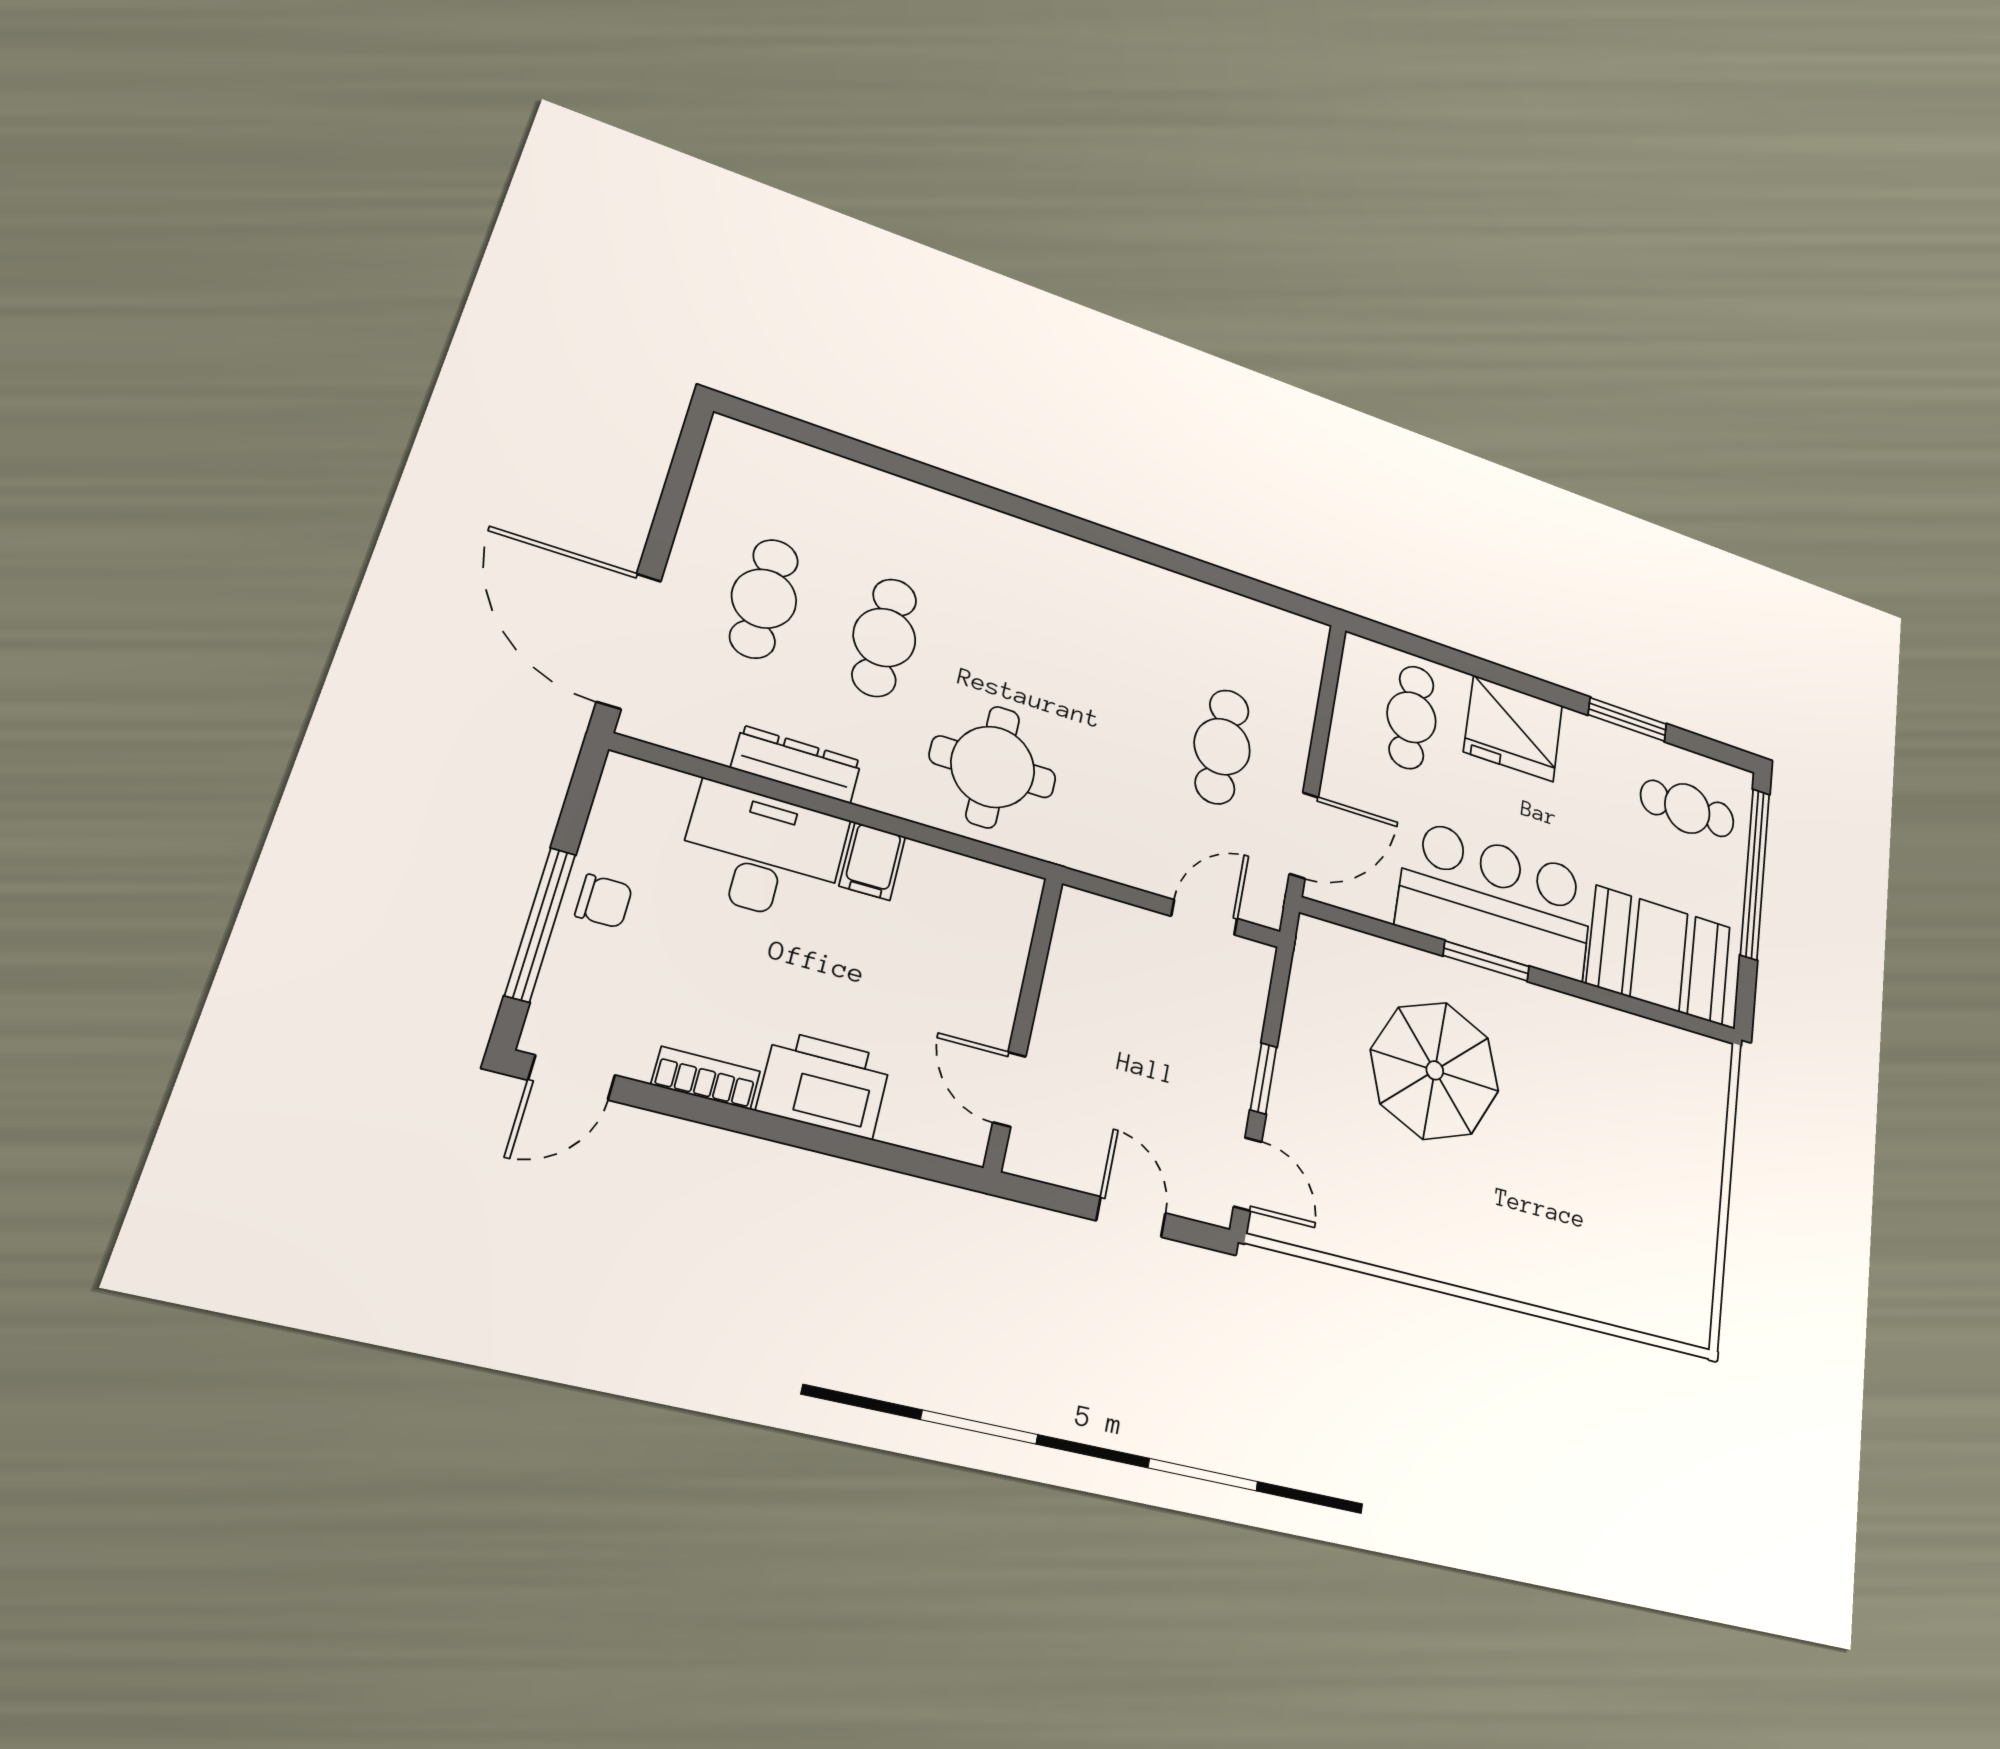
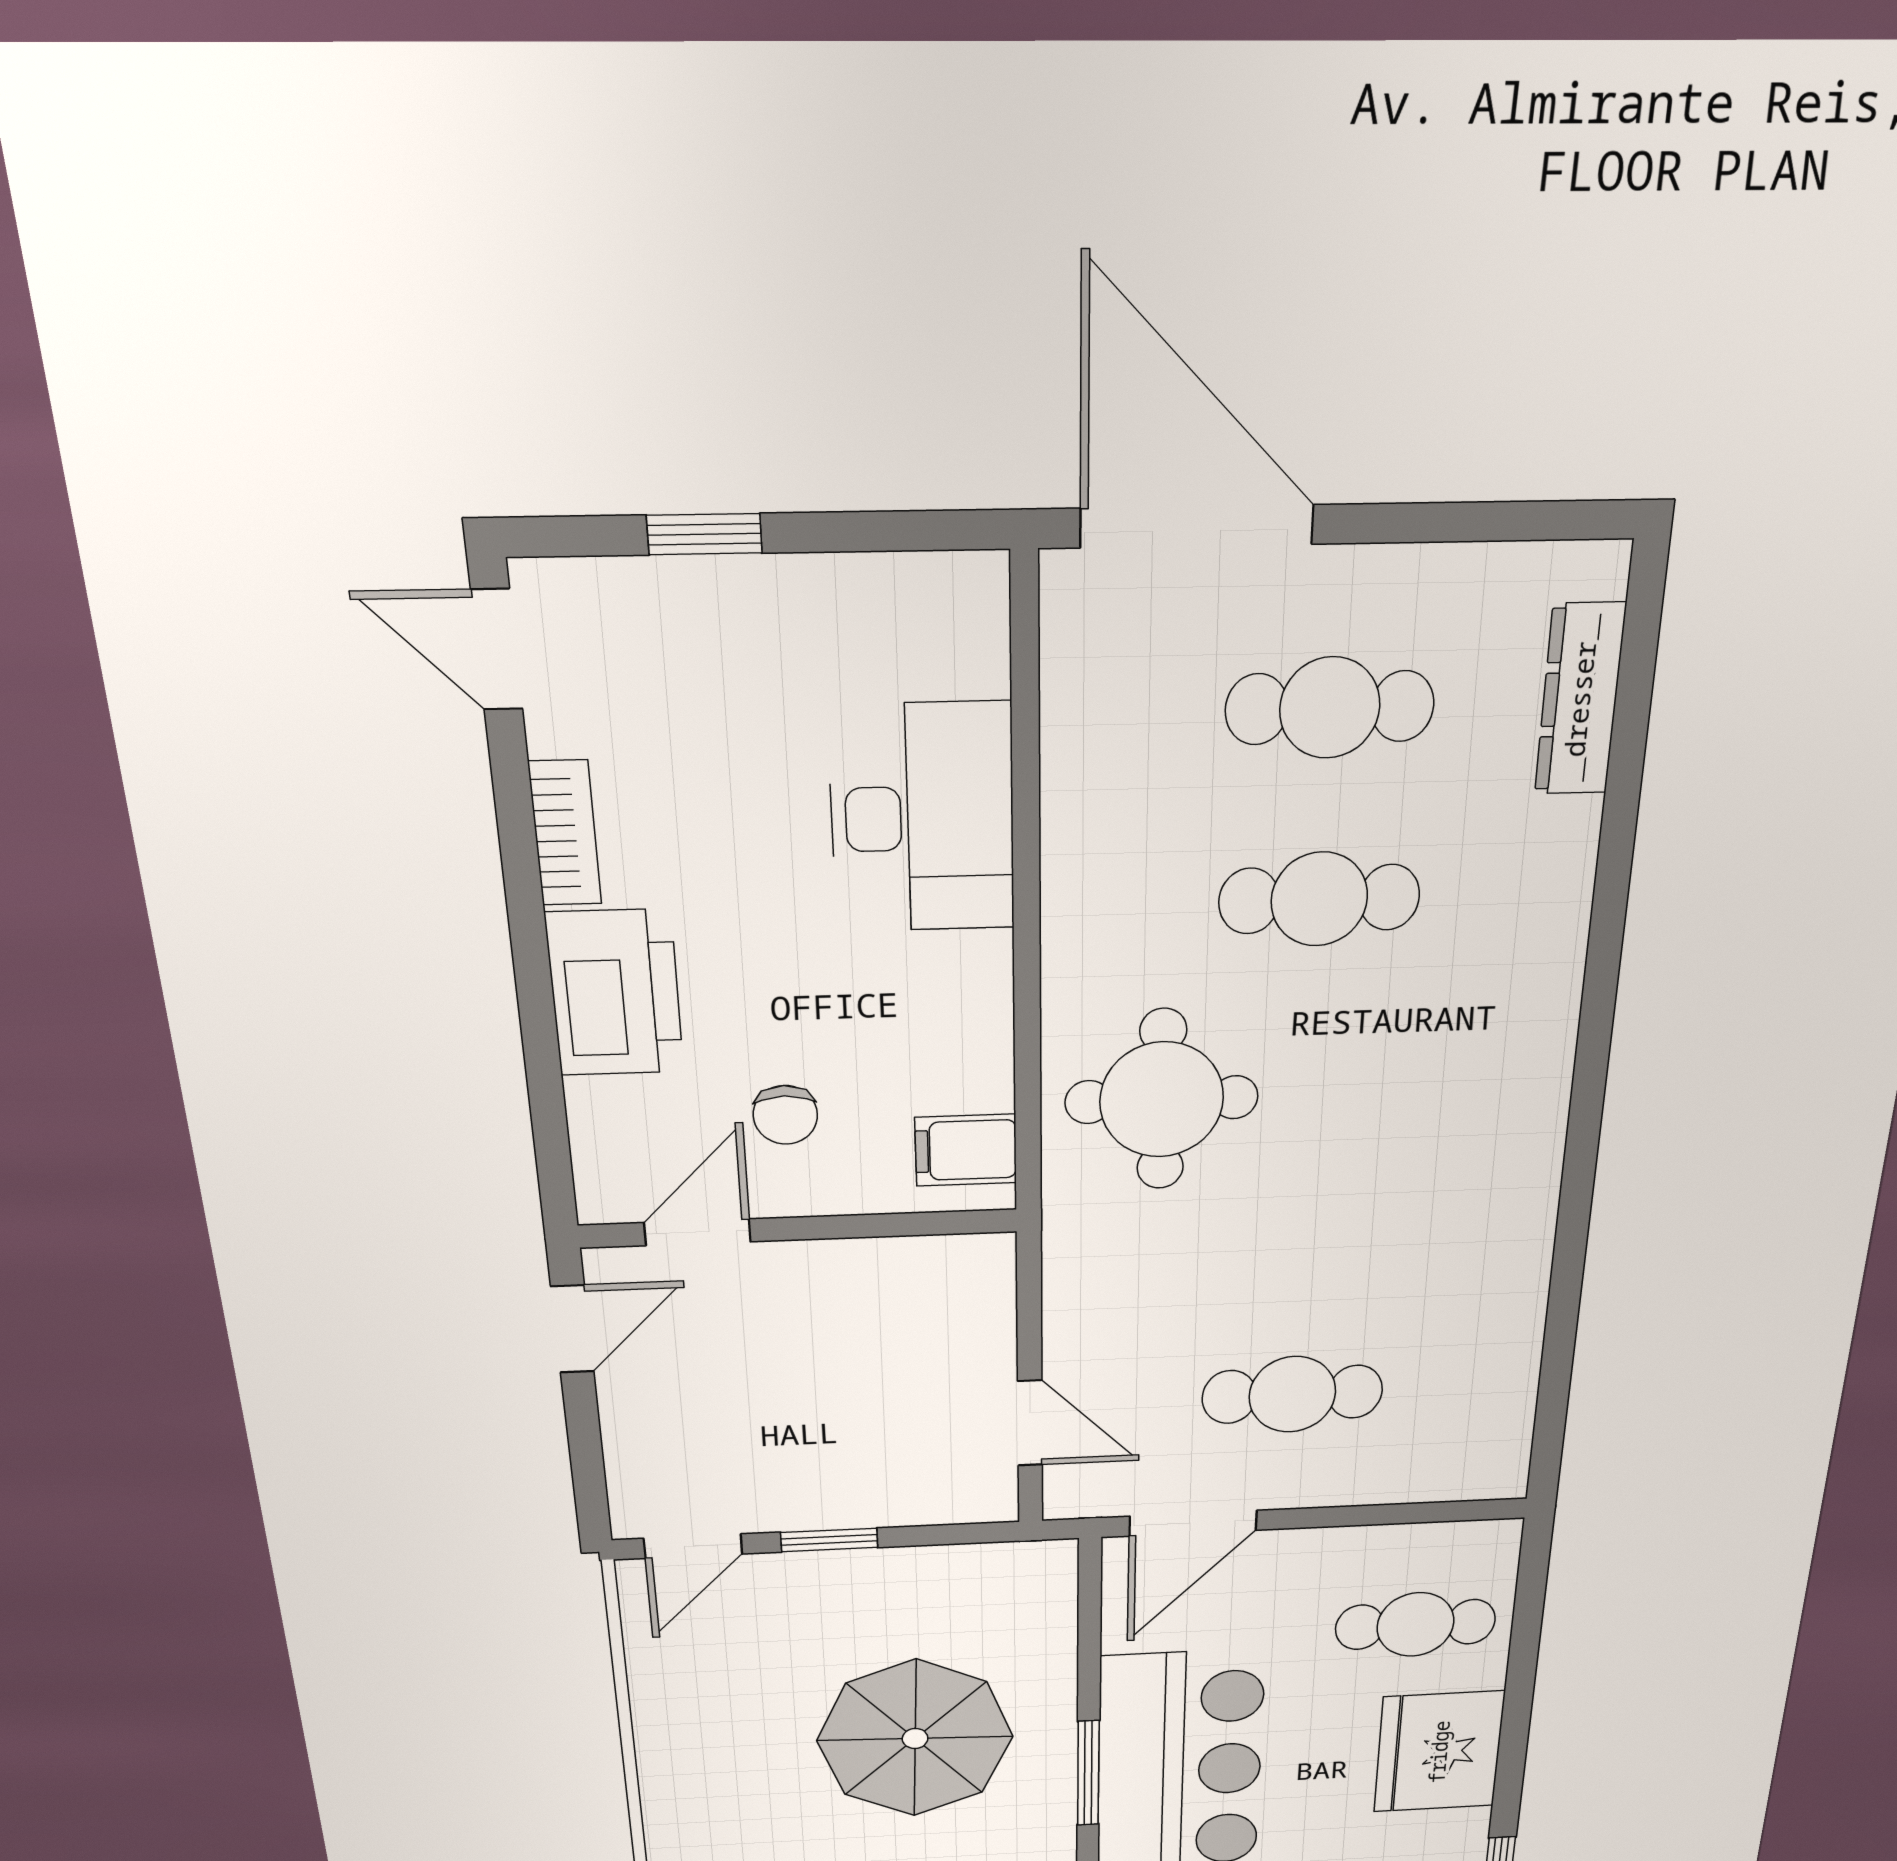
door: (629, 641) -> (1197, 526), hinge flipped
dresser: (796, 765) -> (1580, 699), moved, turned 180
door: (1304, 835) -> (1193, 1523), hinge flipped
filing cabinet: (872, 861) -> (966, 1150), moved
chair: (604, 901) -> (785, 1115), moved
window: (540, 924) -> (704, 534), width x0.46
door: (1131, 1217) -> (572, 1329), moved

